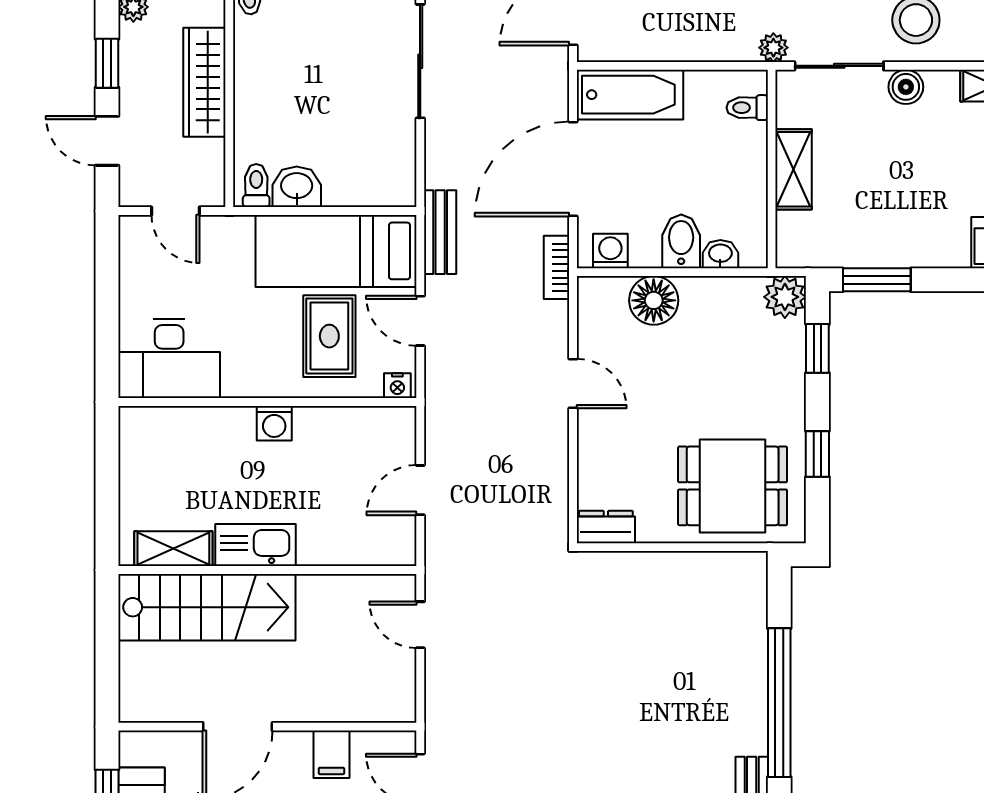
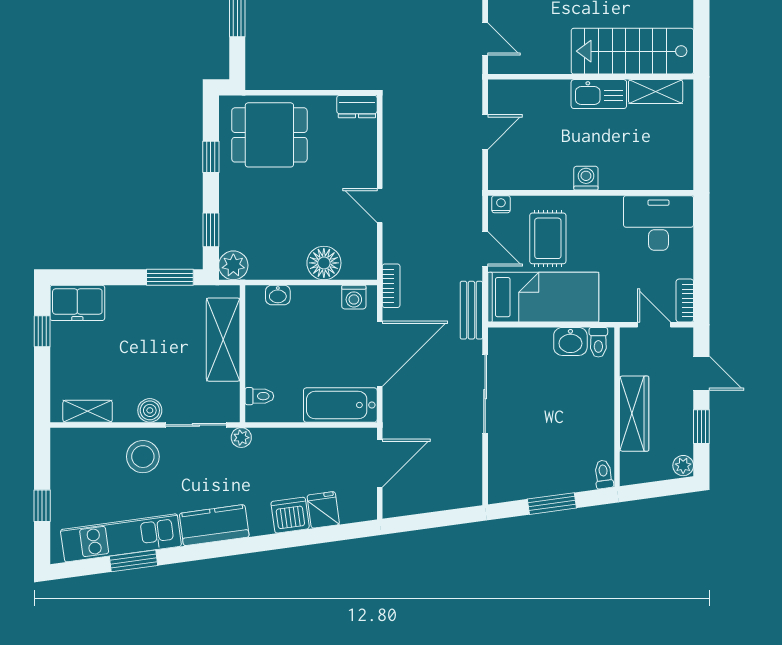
sliding door: (420, 61) -> (485, 394), moved
shelving: (794, 169) -> (223, 340), width x1.50, depth x1.33
bidet: (681, 241) -> (305, 304), removed
bookcase: (131, 246) -> (685, 301), added

